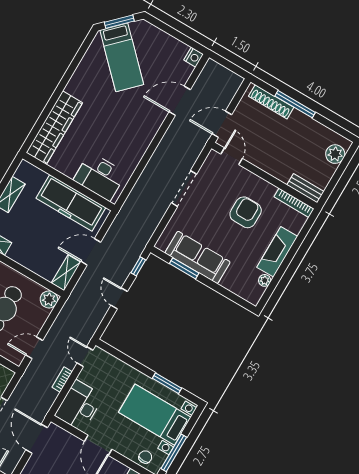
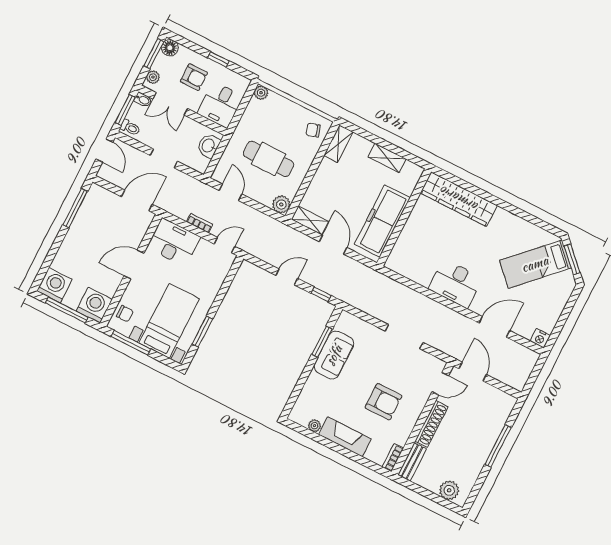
door: (180, 101) -> (494, 327), hinge flipped
shoe rack: (271, 102) -> (432, 424), moved, turned 180
desk: (100, 177) -> (455, 284), moved, turned -90
bookcase: (294, 203) -> (393, 458), width x0.64
sofa: (198, 257) -> (334, 355), width x0.73

